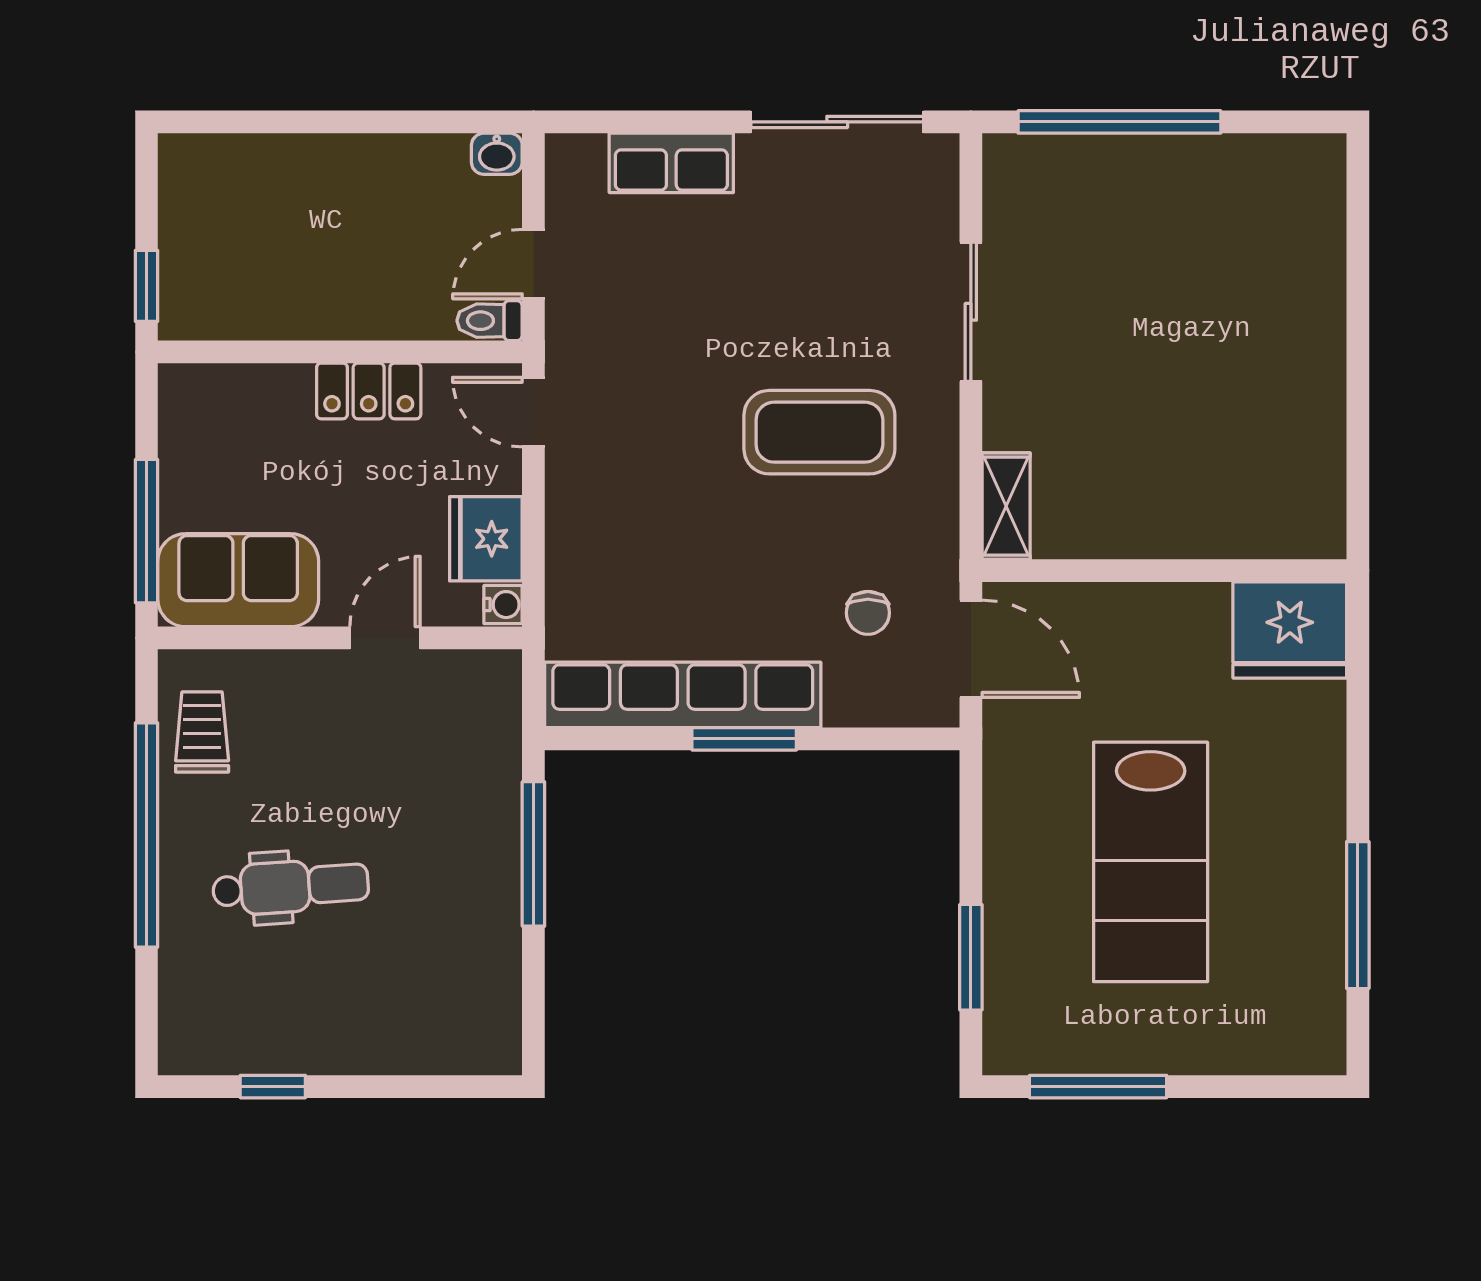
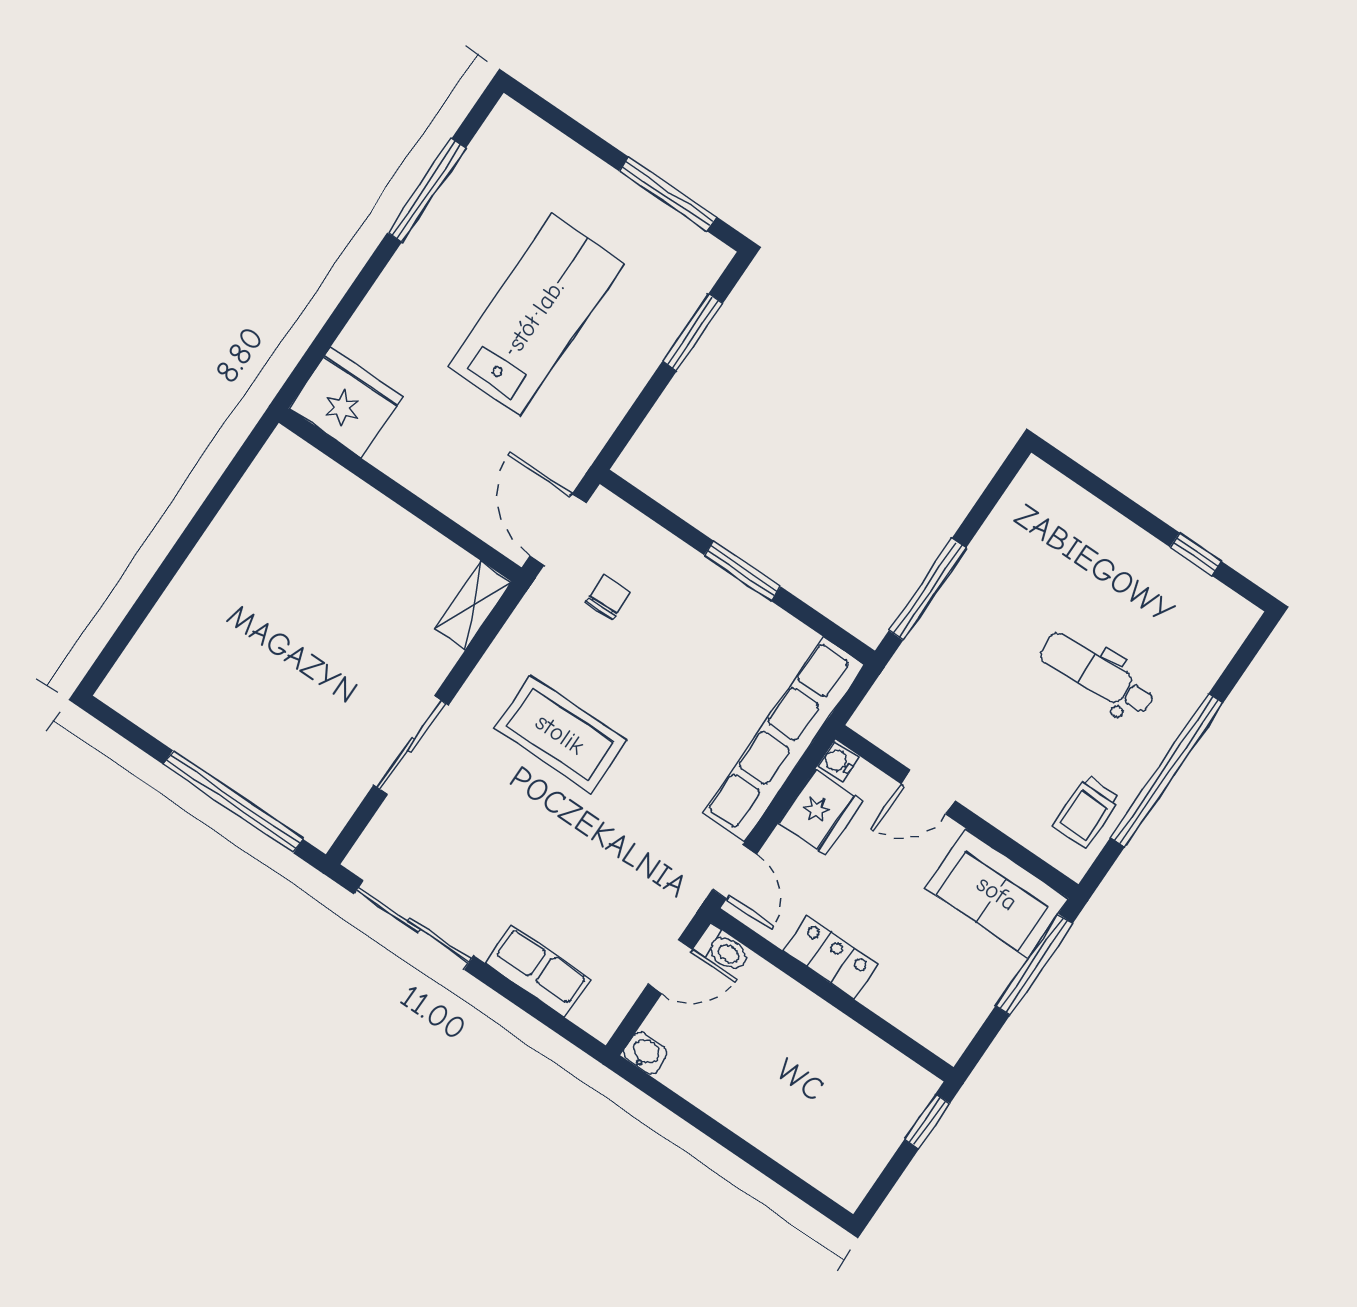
row of seats: (683, 695) -> (784, 739), moved, turned 90

